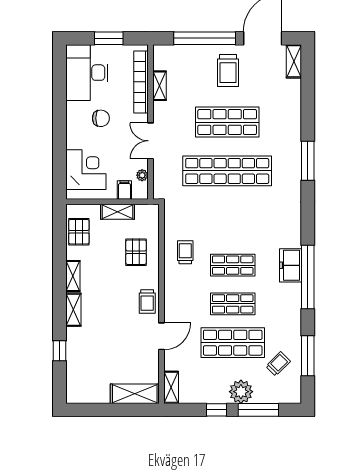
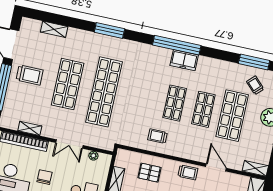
shelving: (294, 61) -> (54, 29), moved
filing cabinet: (124, 190) -> (102, 171), removed
window: (308, 277) -> (177, 45), moved

